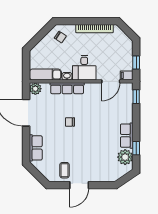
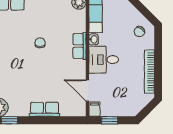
row of seats: (67, 88) -> (79, 46), width x0.68
window: (136, 97) -> (70, 120), removed
row of seats: (127, 136) -> (44, 109), moved

